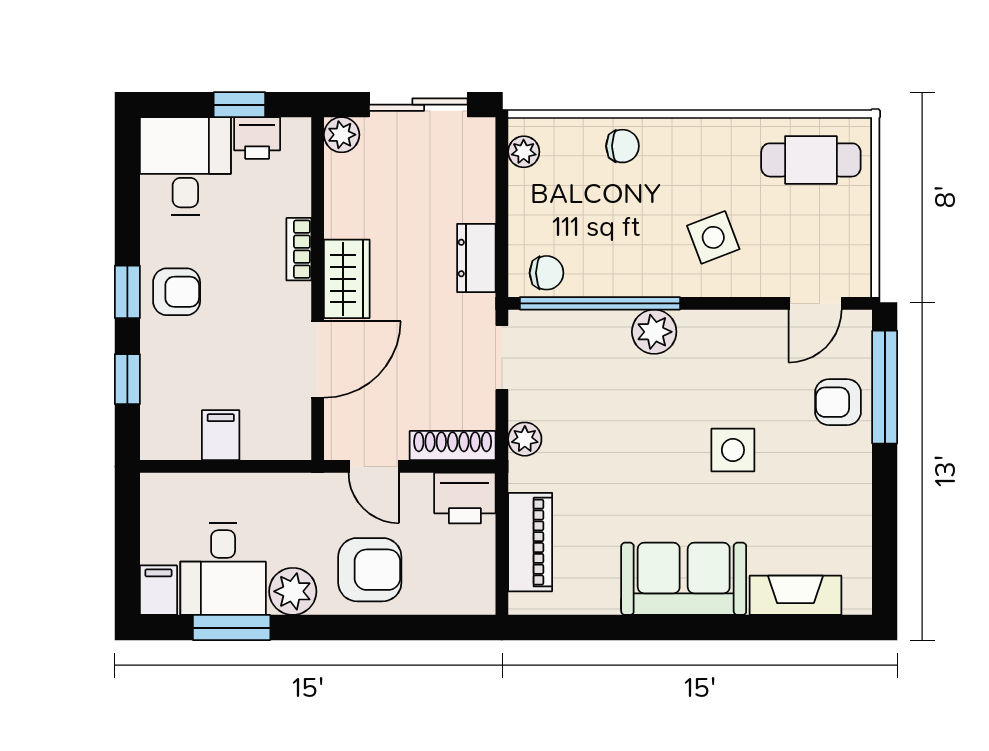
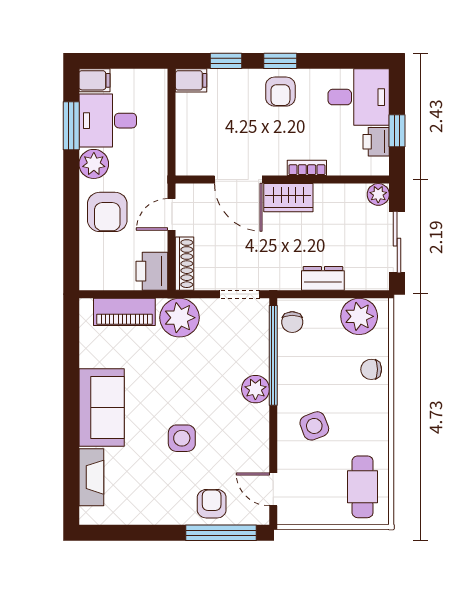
chair: (622, 146) -> (371, 369), turned 90
plant: (524, 152) -> (359, 316), width x1.88, depth x1.88
dresser: (476, 258) -> (323, 278), moved
filing cabinet: (221, 435) -> (191, 80), moved
plant: (525, 439) -> (180, 318), width x1.88, depth x1.88

